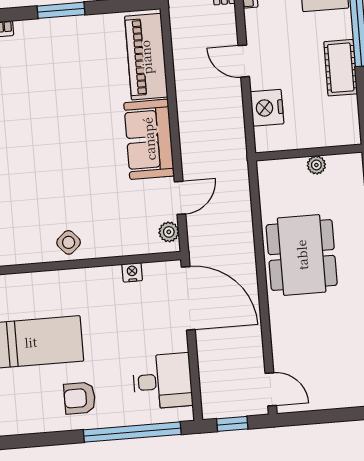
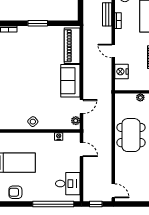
door: (188, 298) -> (82, 149), width x0.53
armchair: (80, 398) -> (15, 192), moved

